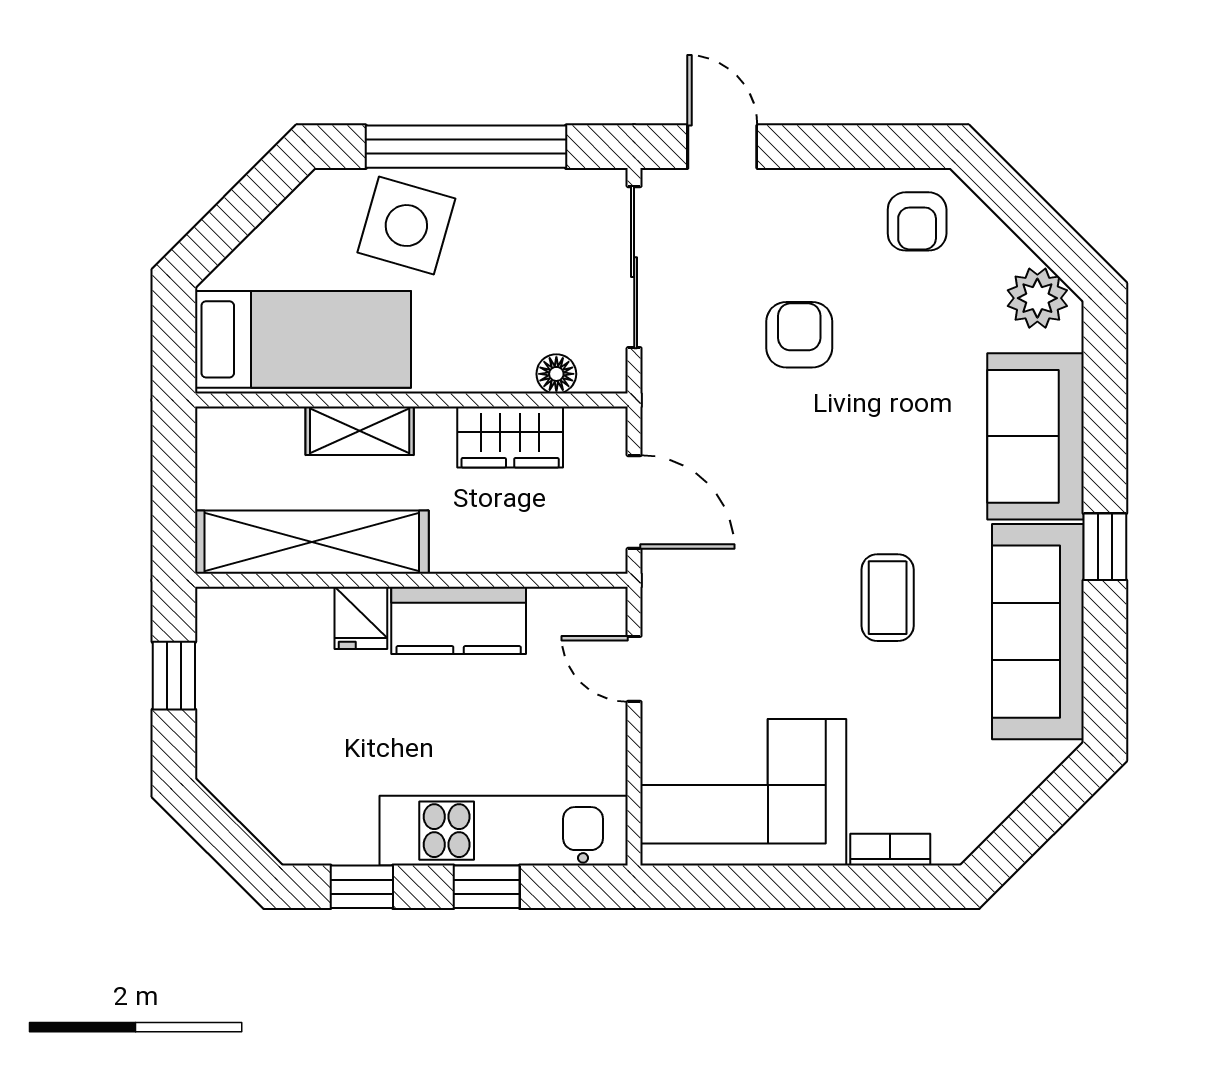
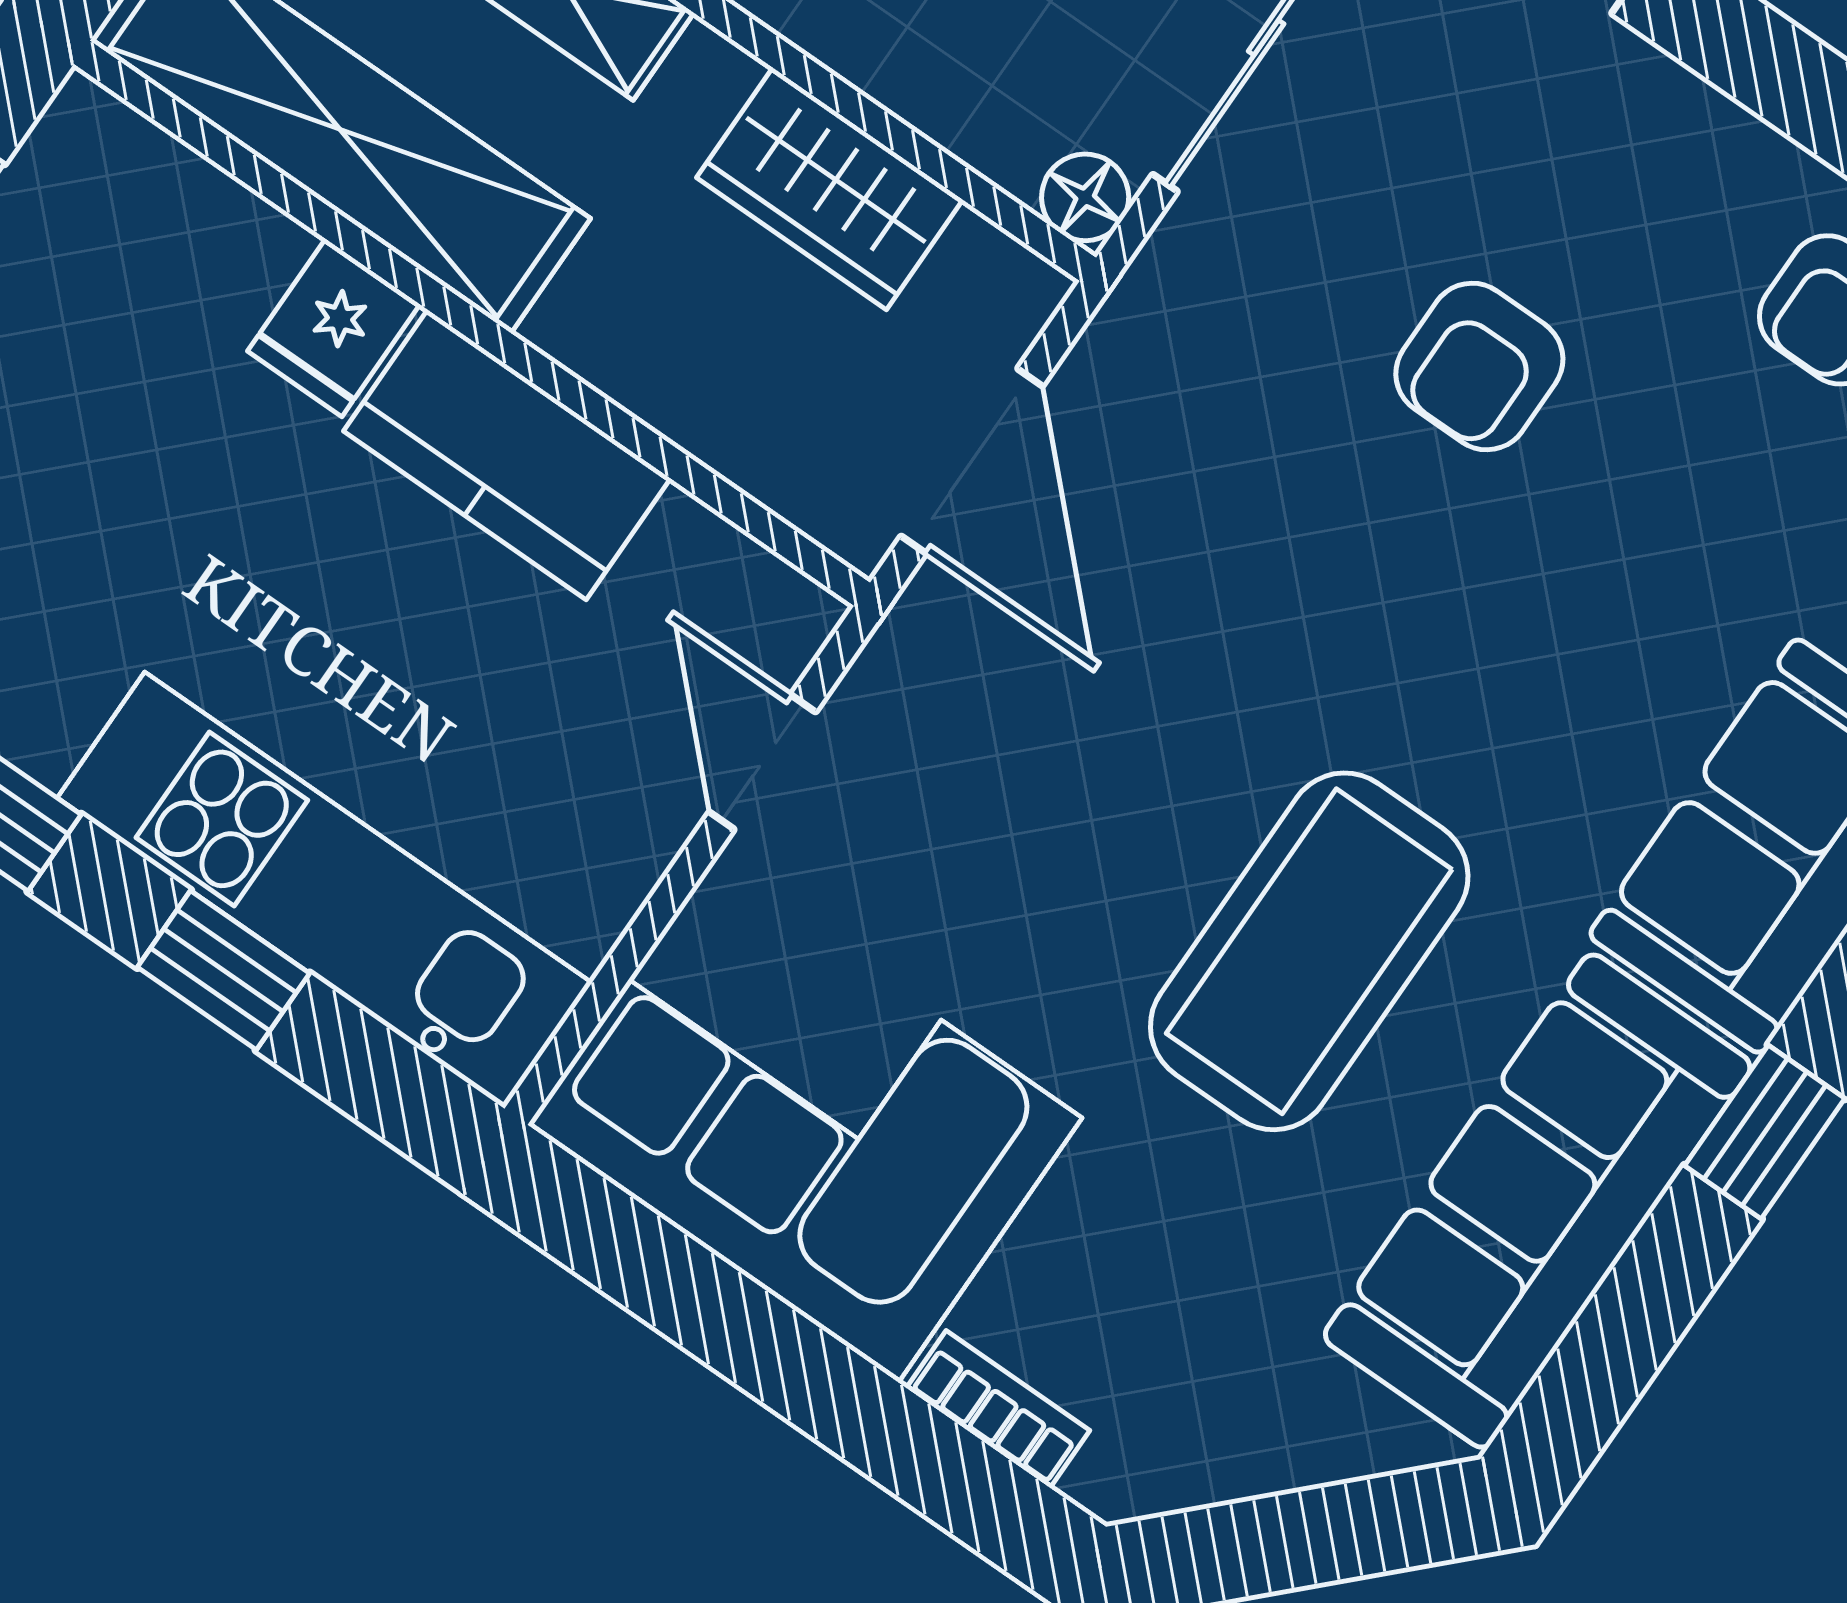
armchair: (799, 335) -> (1479, 366), turned 180
floor lamp: (556, 374) -> (1085, 197), moved
coffee table: (888, 598) -> (1309, 951), width x1.86, depth x1.72

